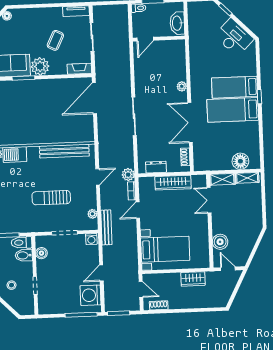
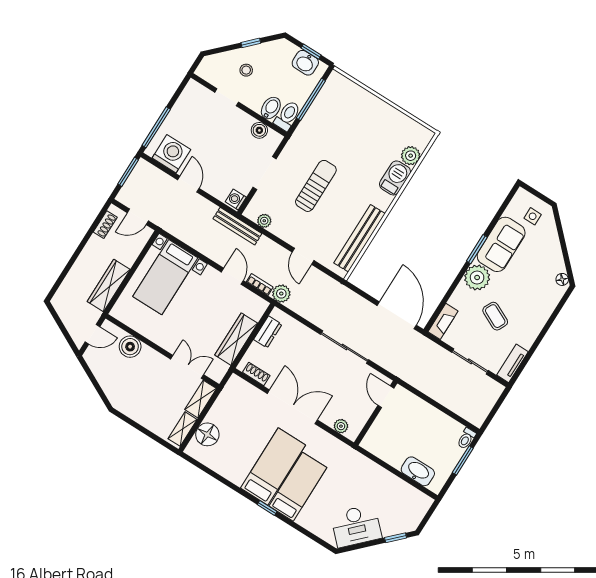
door: (145, 39) -> (386, 397), moved
wall: (159, 39) -> (376, 413), moved
wardrobe: (193, 279) -> (109, 285), width x1.50

